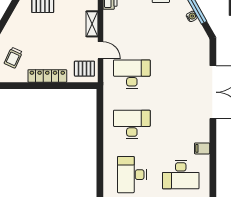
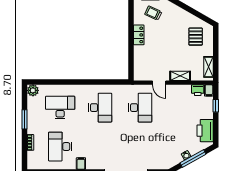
door: (100, 50) -> (159, 83), hinge flipped
pallet: (84, 69) -> (145, 70), removed
locker: (47, 76) -> (139, 35), width x0.66

